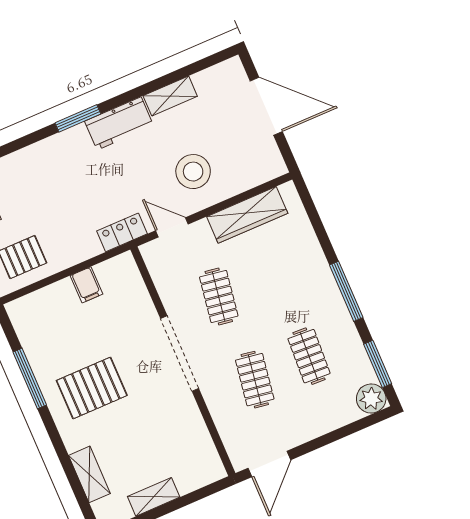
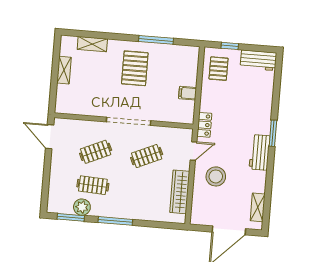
shelving: (170, 96) -> (258, 207), moved
clothes rail: (219, 296) -> (147, 156), turned -33
clothes rail: (255, 380) -> (96, 152), turned -33
plant: (371, 398) -> (82, 207), moved

